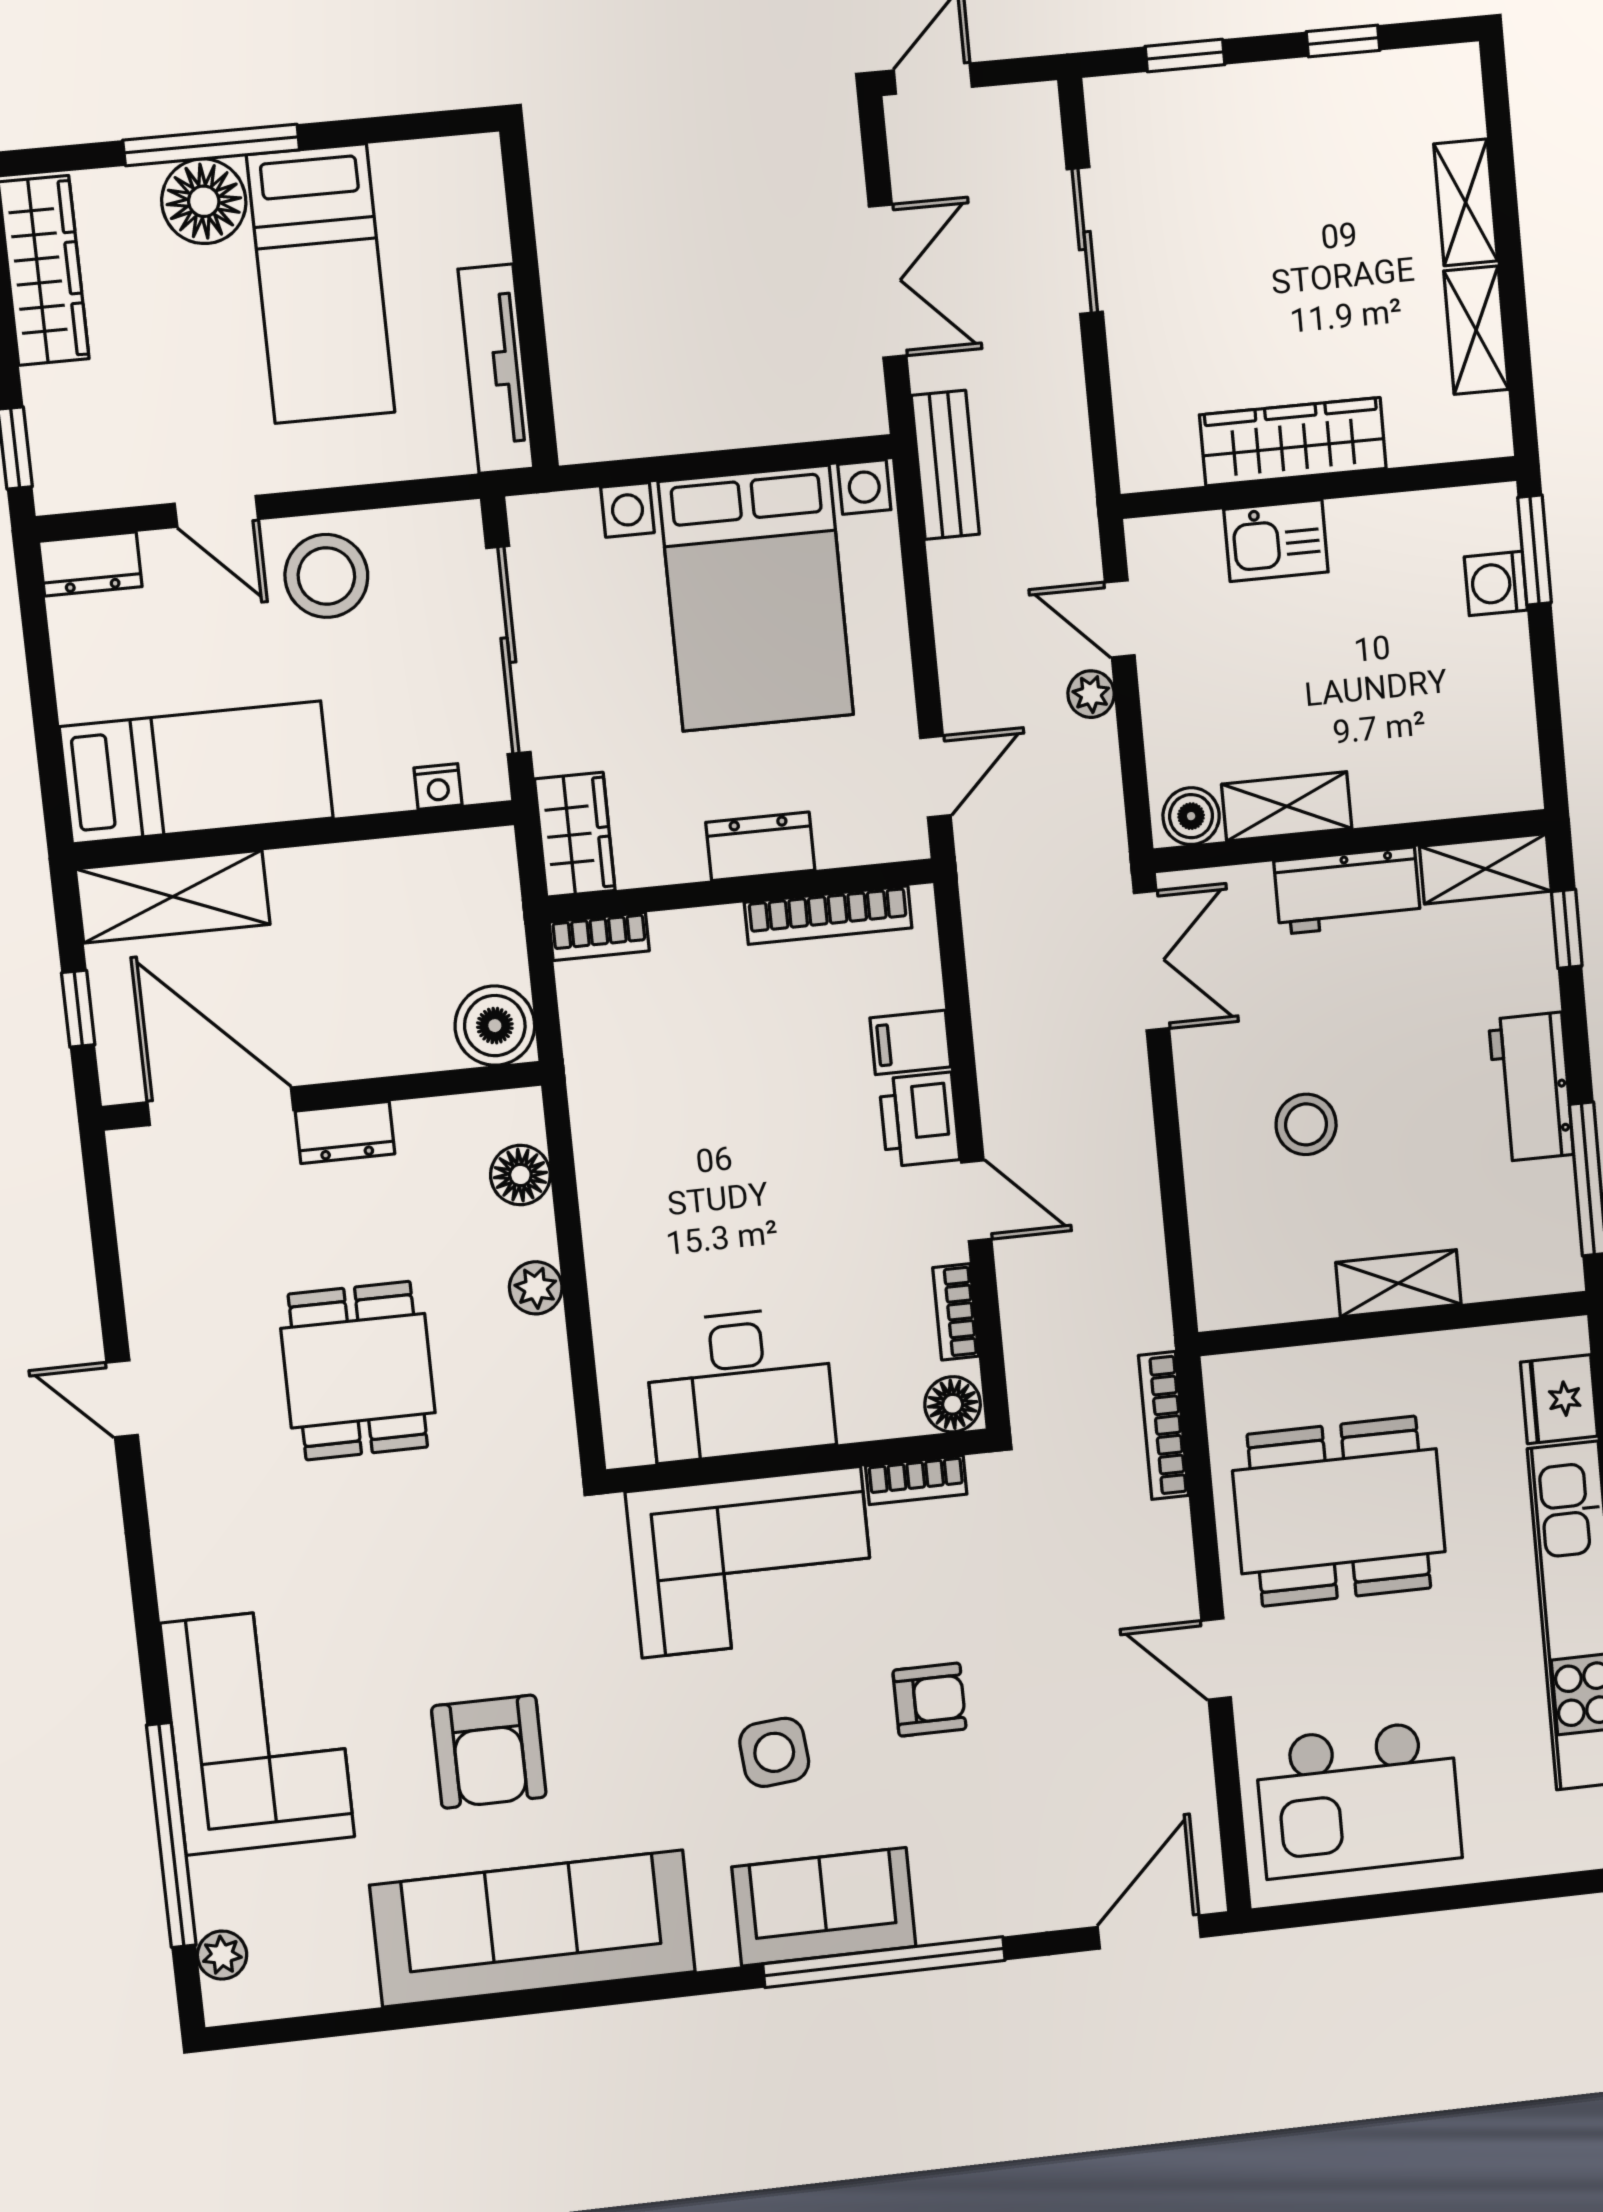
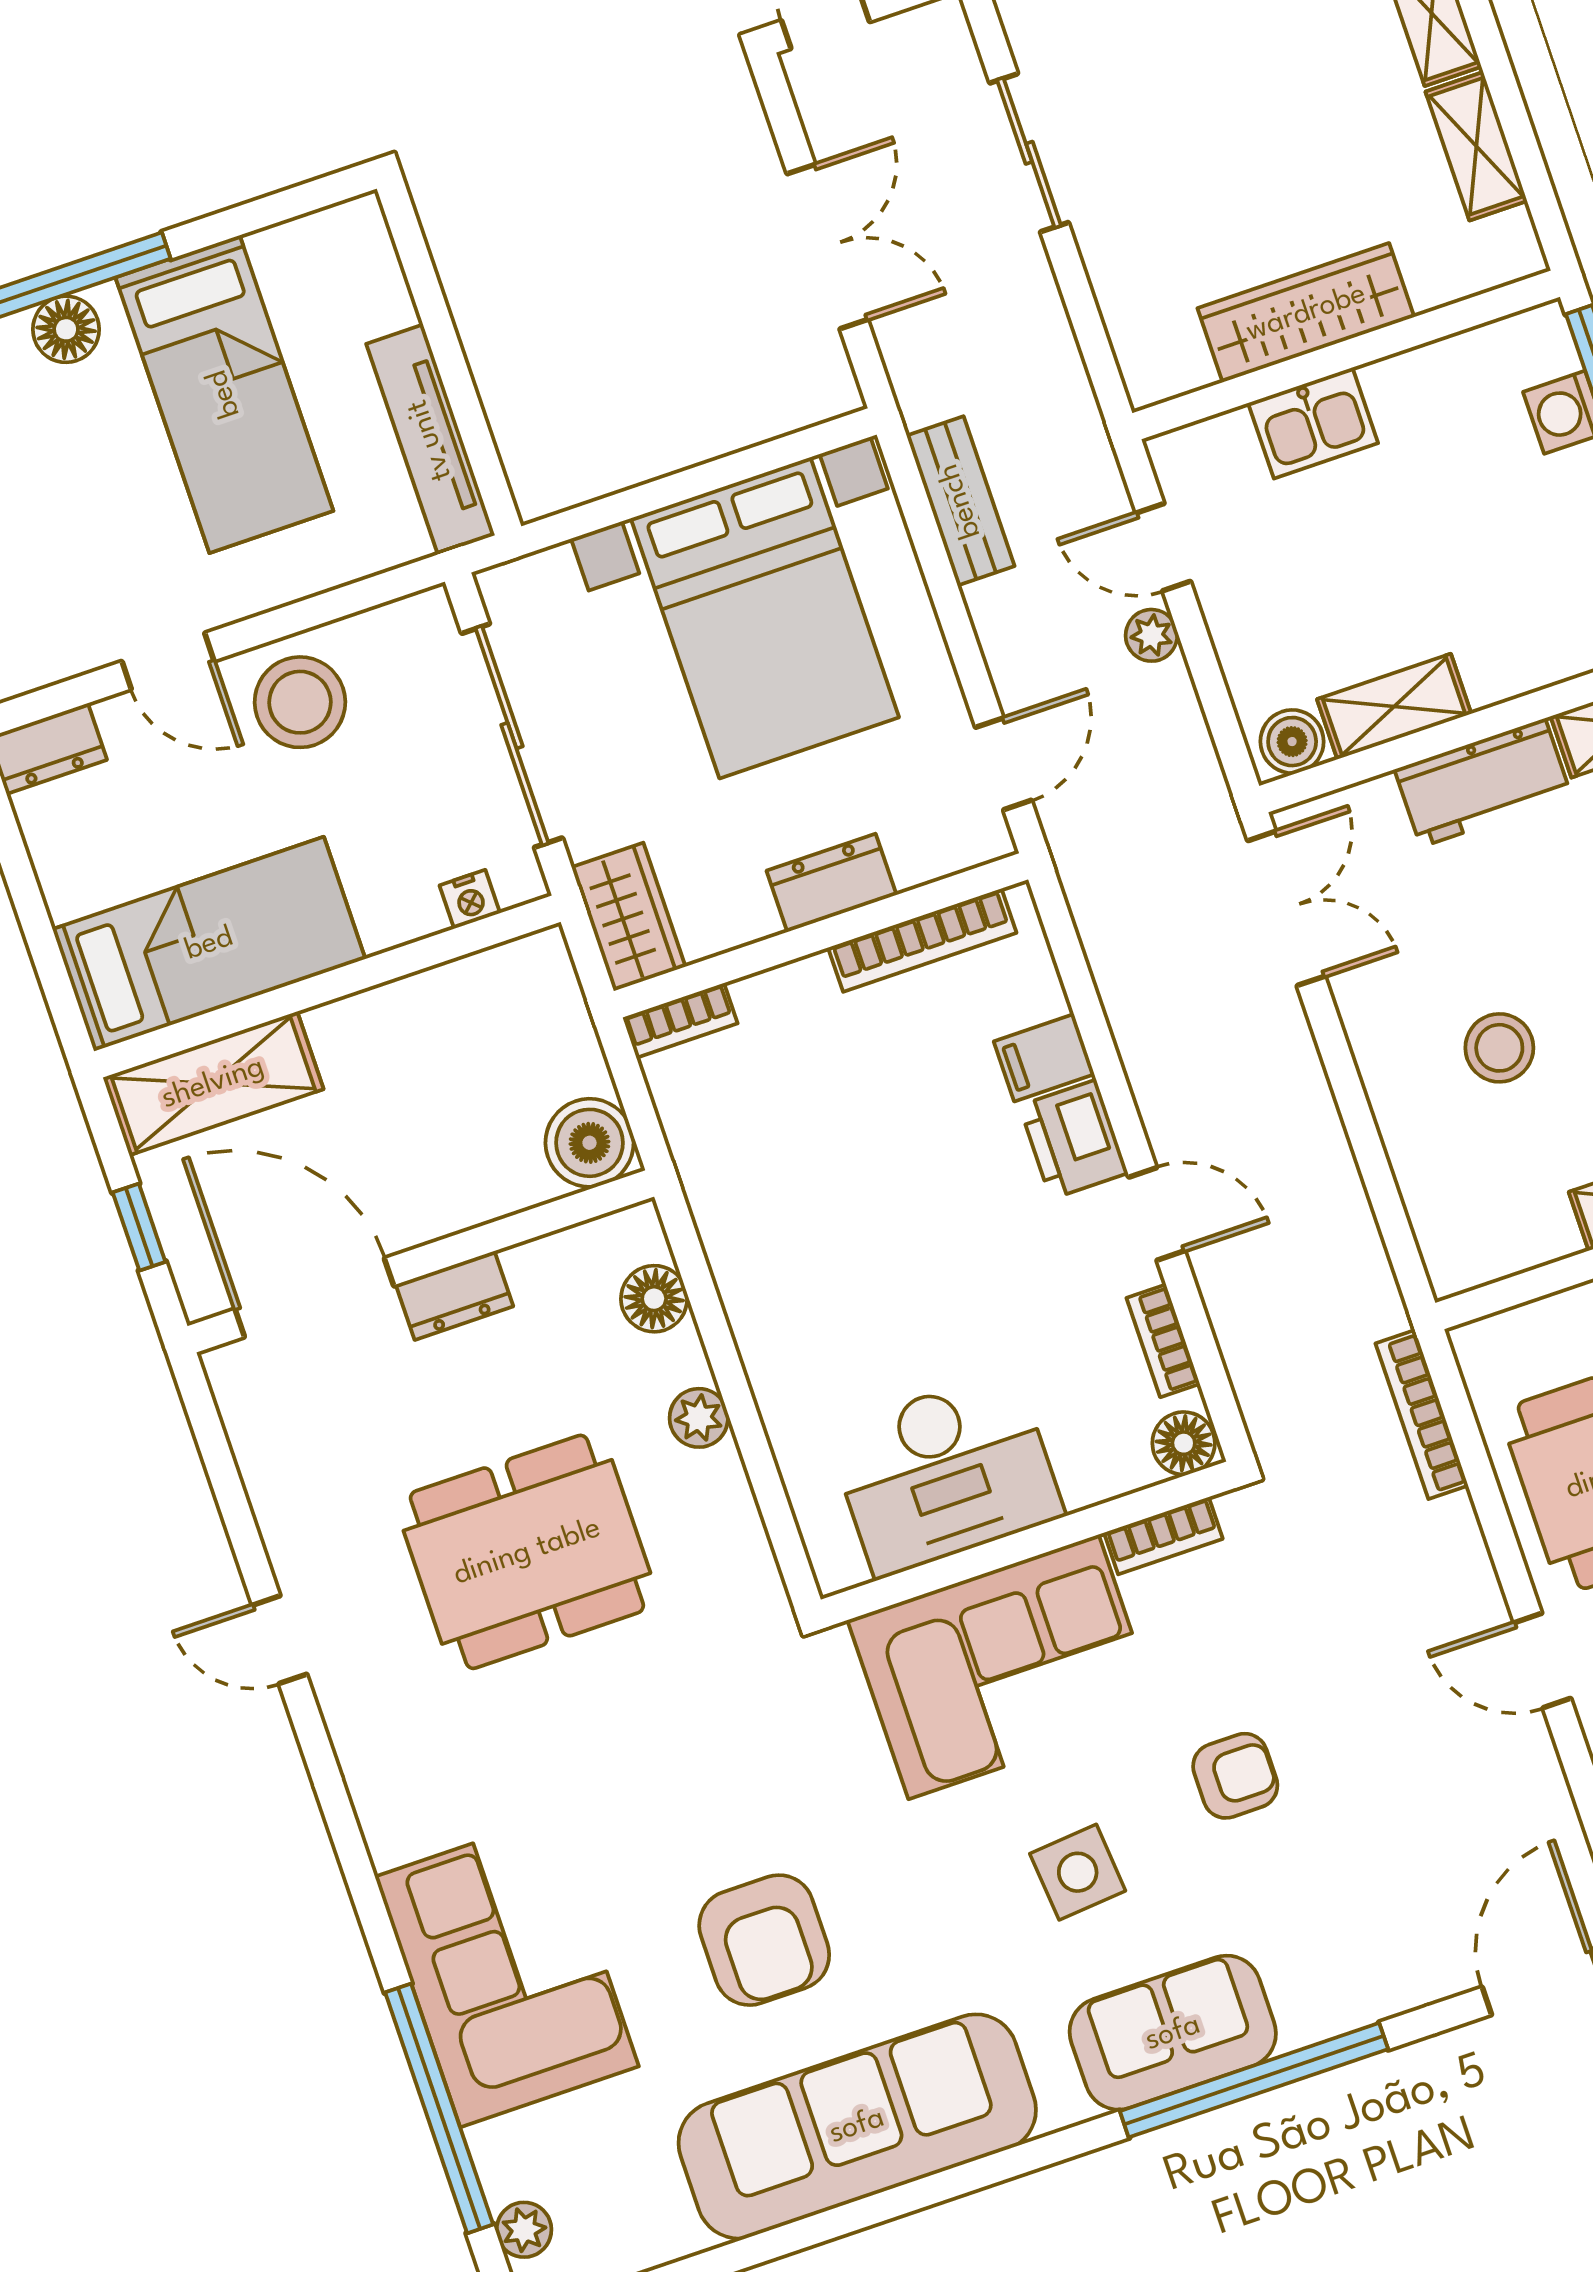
floor lamp: (204, 201) -> (66, 329), width x0.73, depth x0.73
bench: (945, 465) -> (960, 501), moved
dining table: (358, 1371) -> (527, 1552), width x1.38

